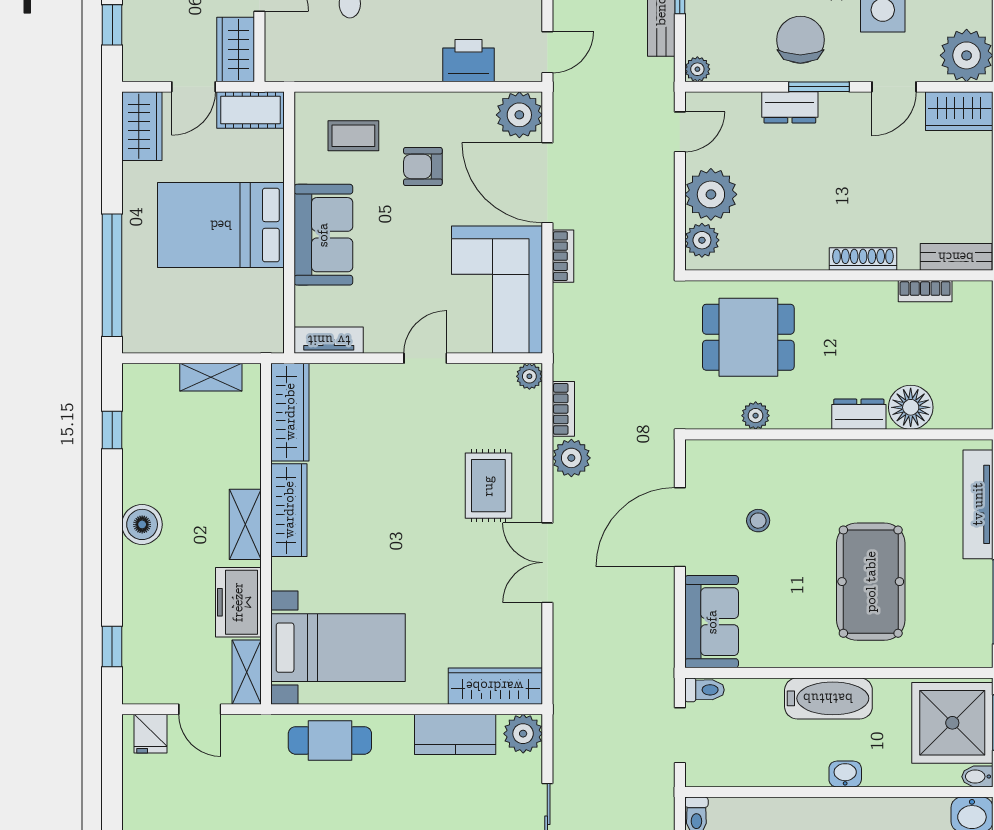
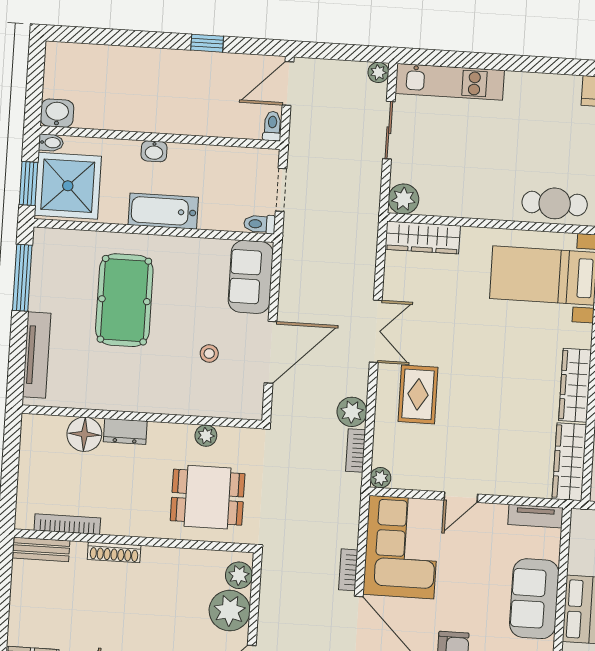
bookcase: (925, 291) -> (67, 524), width x1.56
kitchen counter: (455, 734) -> (457, 202), removed

